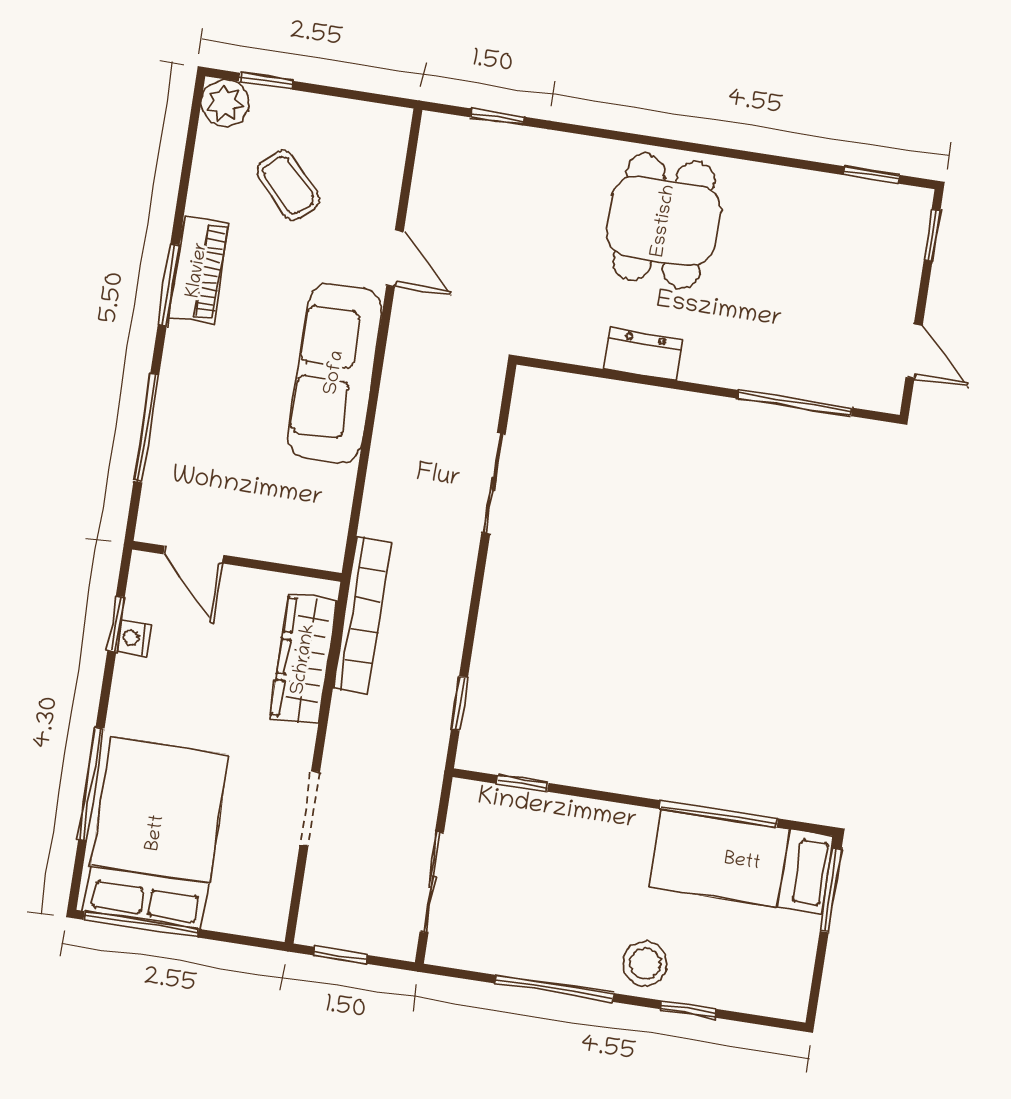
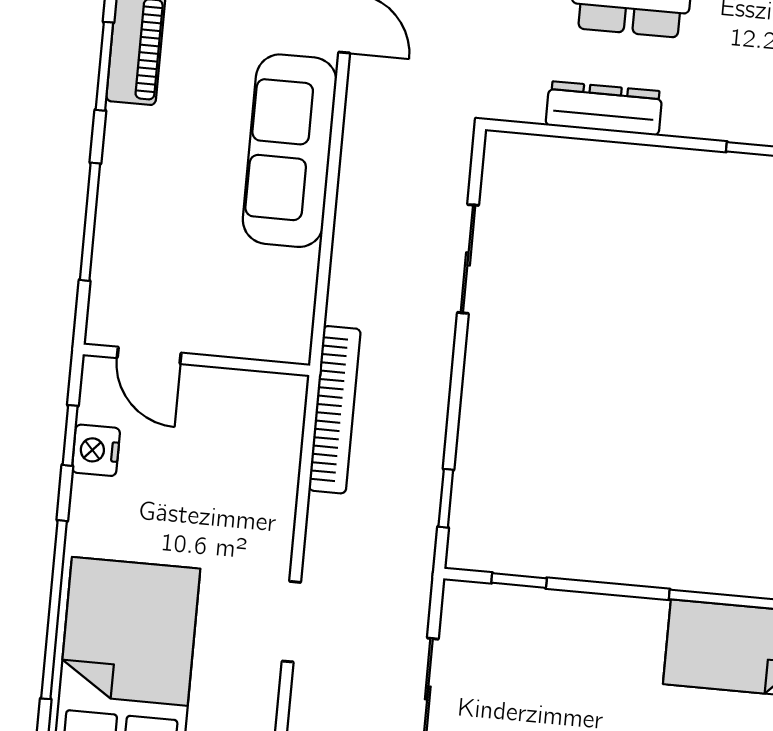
dresser: (643, 354) -> (604, 108), width x1.44
nightstand: (134, 638) -> (96, 450), width x1.39, depth x1.35
wardrobe: (304, 659) -> (275, 461), removed
window: (91, 784) -> (54, 610), width x1.46

